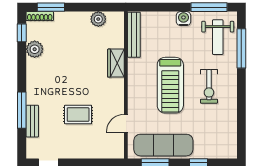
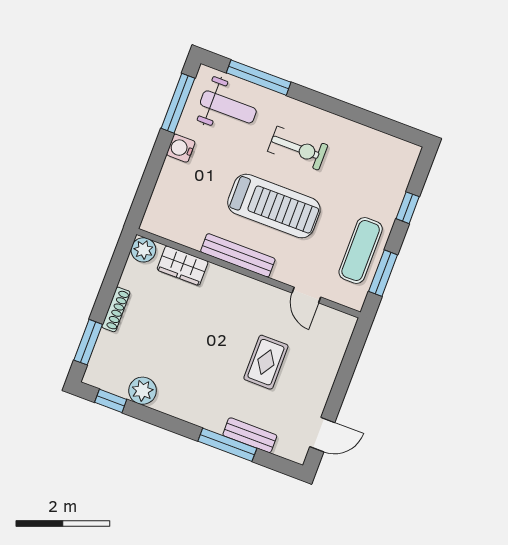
shoe rack: (40, 16) -> (116, 309), moved
plant: (98, 19) -> (143, 250), moved
bench: (134, 35) -> (238, 255), moved
wardrobe: (116, 63) -> (183, 266), moved
exercise mat: (163, 145) -> (361, 251), width x0.73, depth x0.69

